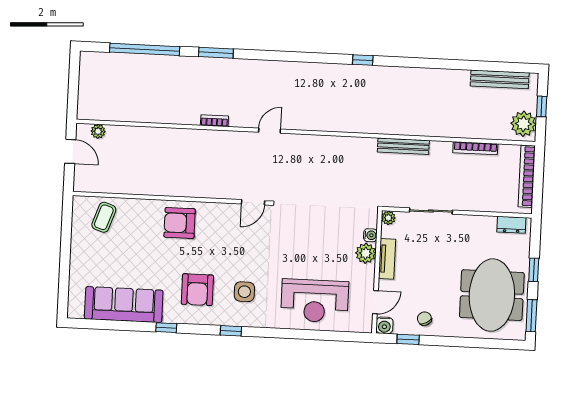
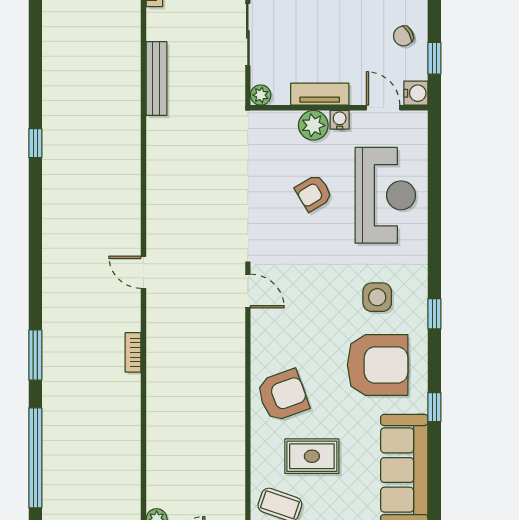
armchair: (180, 223) -> (283, 395), turned -110
water cooler: (370, 235) -> (340, 120), moved
rug: (136, 241) -> (312, 456), added
armchair: (319, 251) -> (314, 193), added
armchair: (197, 290) -> (378, 365), width x1.36, depth x1.36

